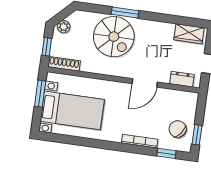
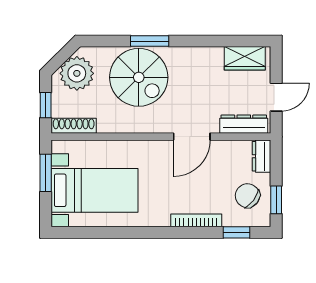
plant: (64, 27) -> (77, 73), width x1.88, depth x1.88
dresser: (182, 79) -> (244, 124), width x1.44
dresser: (191, 103) -> (262, 156), added

